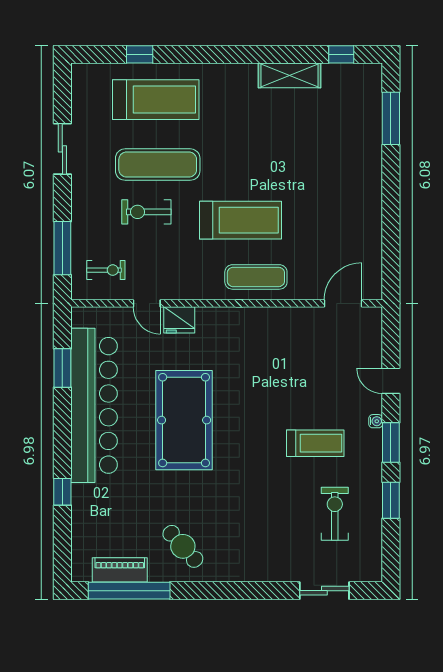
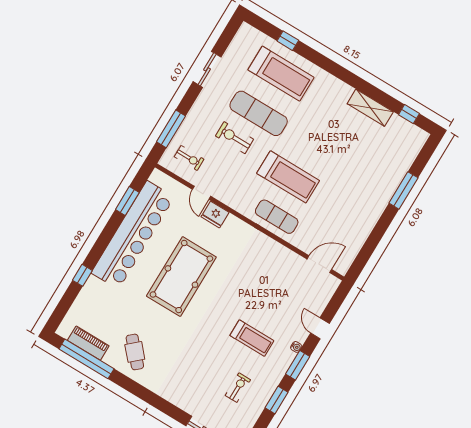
window: (391, 118) -> (403, 190), moved
exercise bike: (335, 514) -> (238, 388), width x0.73, depth x0.72

